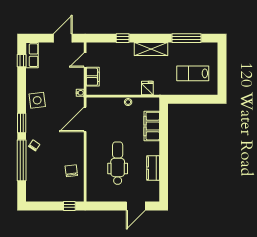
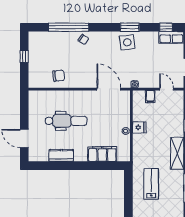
lab bench: (193, 73) -> (151, 184), moved
filing cabinet: (93, 77) -> (150, 97), width x0.50
fridge: (147, 88) -> (139, 127), moved
window: (22, 123) -> (130, 27), moved
window: (69, 206) -> (24, 56), moved

